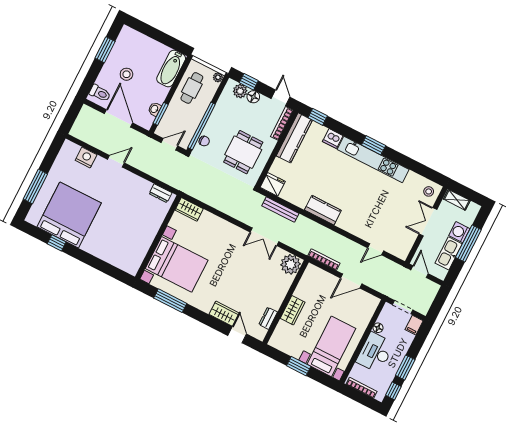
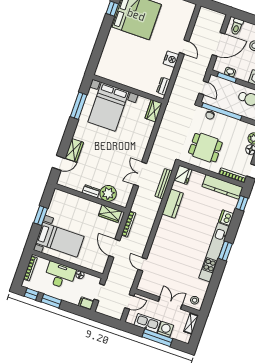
nightstand: (86, 157) -> (171, 59), moved
kitchen counter: (323, 210) -> (173, 204), moved
plant: (291, 264) -> (108, 193), moved
wardrobe: (293, 310) -> (110, 214), moved
dresser: (268, 318) -> (91, 191), moved

